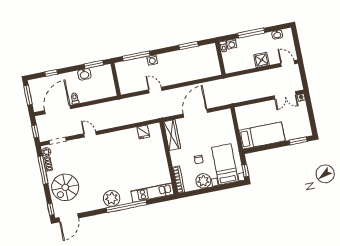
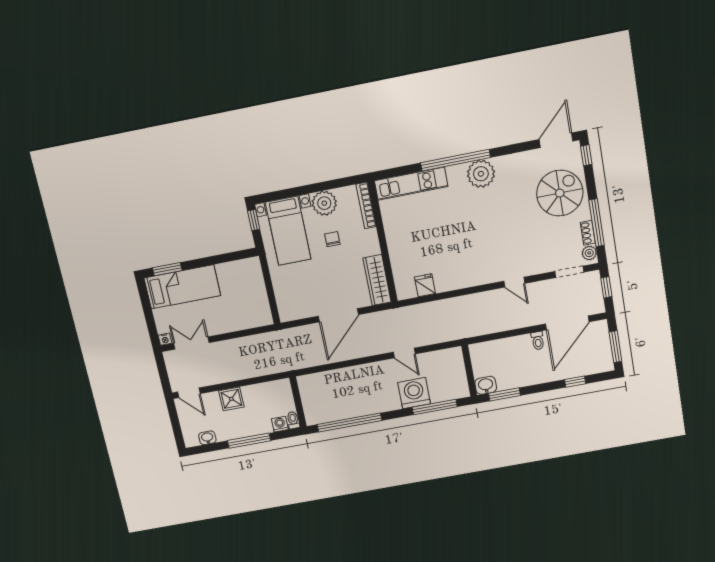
window: (189, 46) -> (350, 422), width x2.11
washing machine: (152, 60) -> (414, 393), width x1.89, depth x1.89
washbasin: (84, 74) -> (486, 385), moved
bed: (262, 136) -> (182, 287), moved, turned 180

